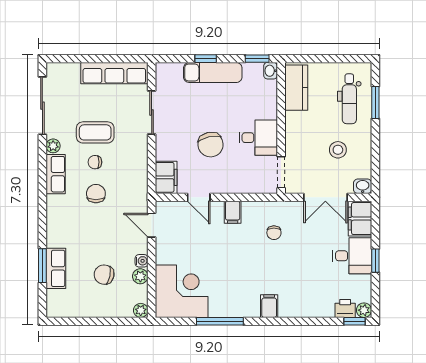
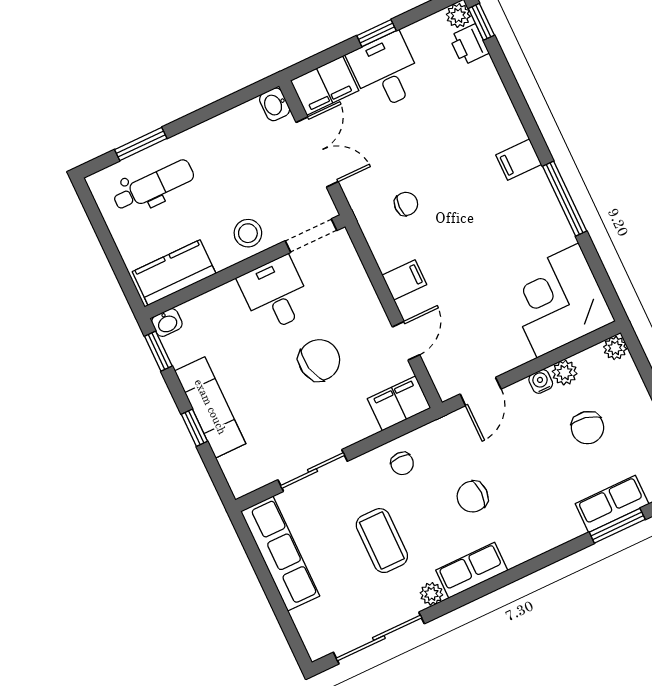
stool: (338, 150) -> (248, 233), moved
chair: (95, 162) -> (402, 463), moved
window: (220, 321) -> (565, 199), moved

